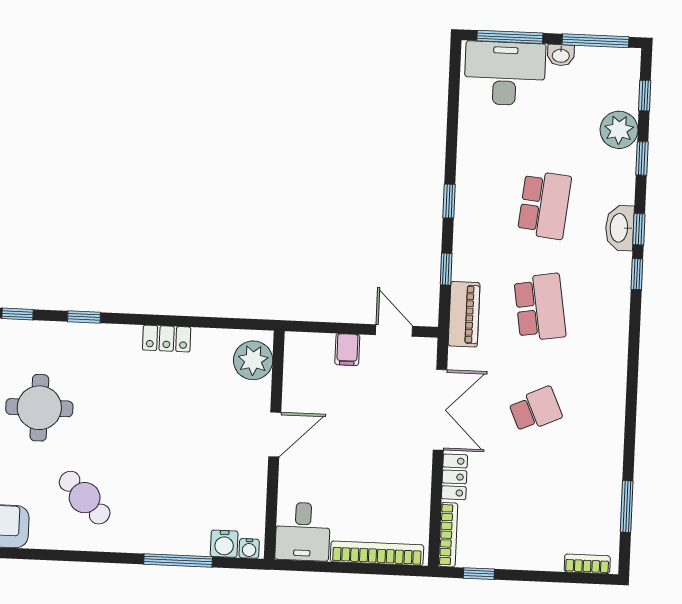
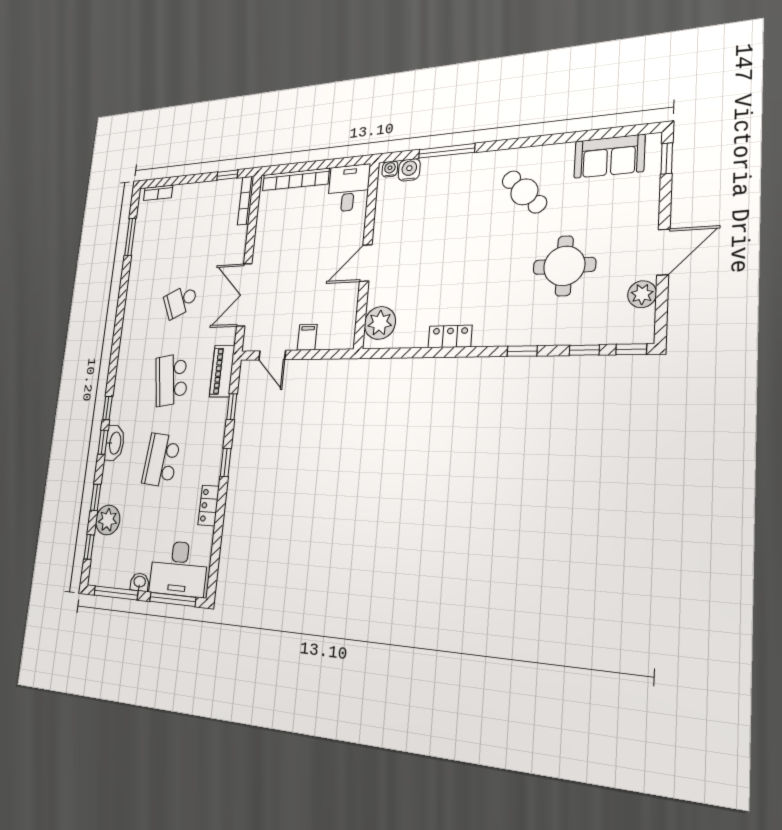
locker: (454, 477) -> (209, 505), moved

